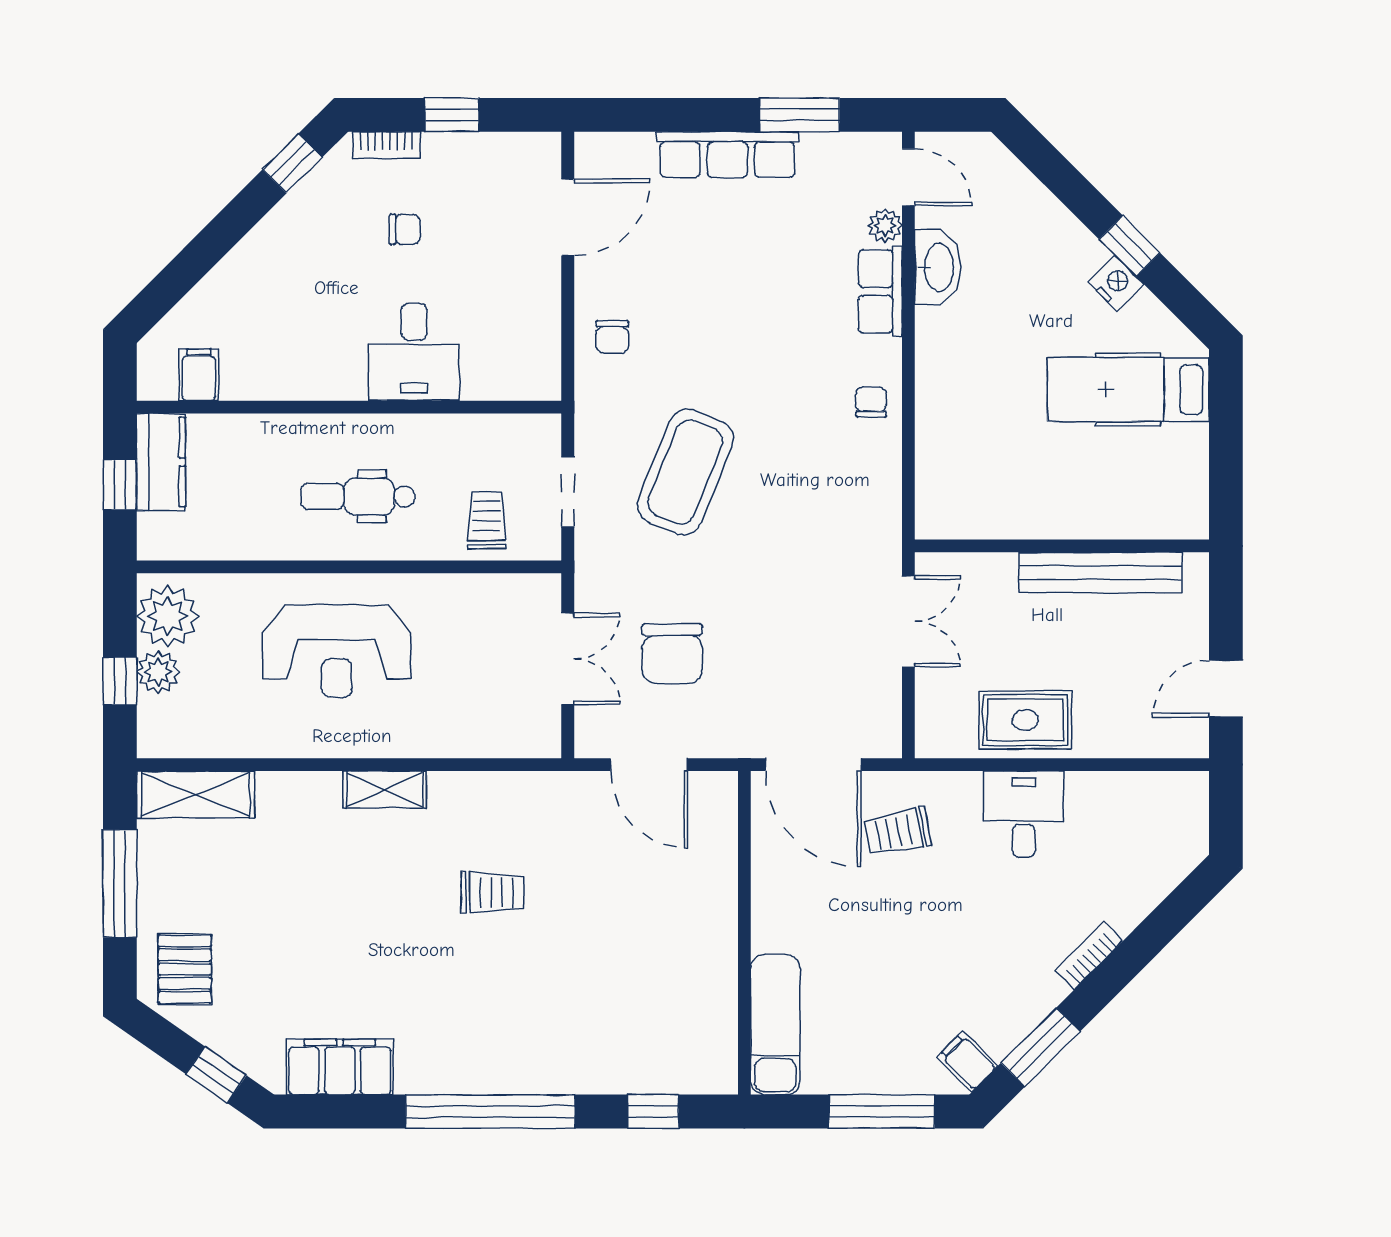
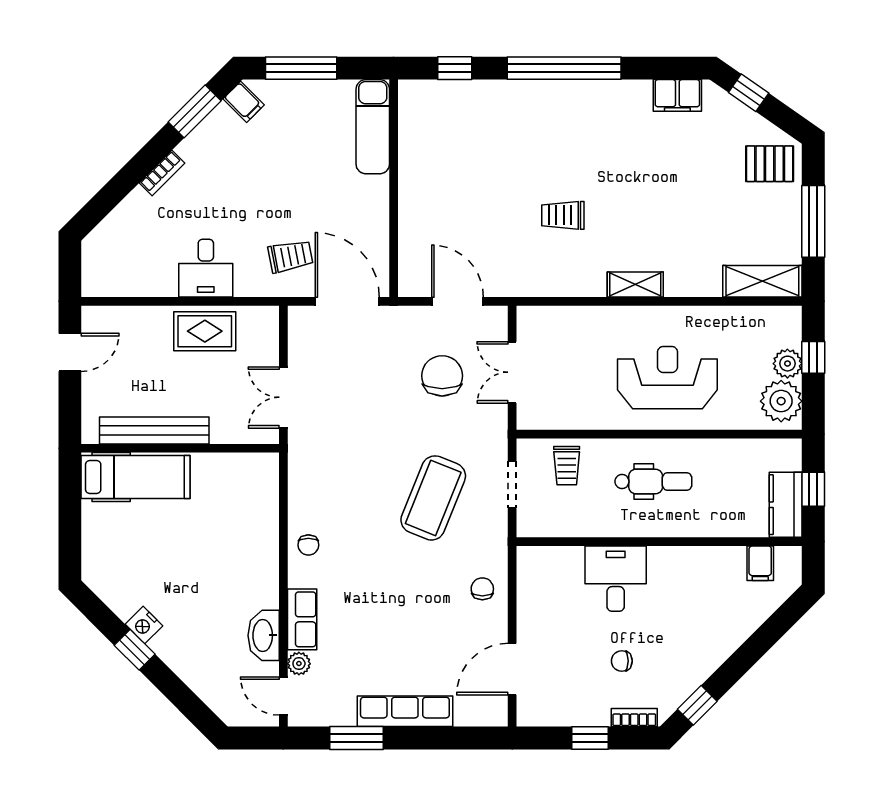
hospital bed: (1128, 390) -> (135, 477), moved
pallet: (185, 969) -> (770, 164), turned 90
filing cabinet: (340, 1067) -> (677, 95), width x0.67, depth x0.86

